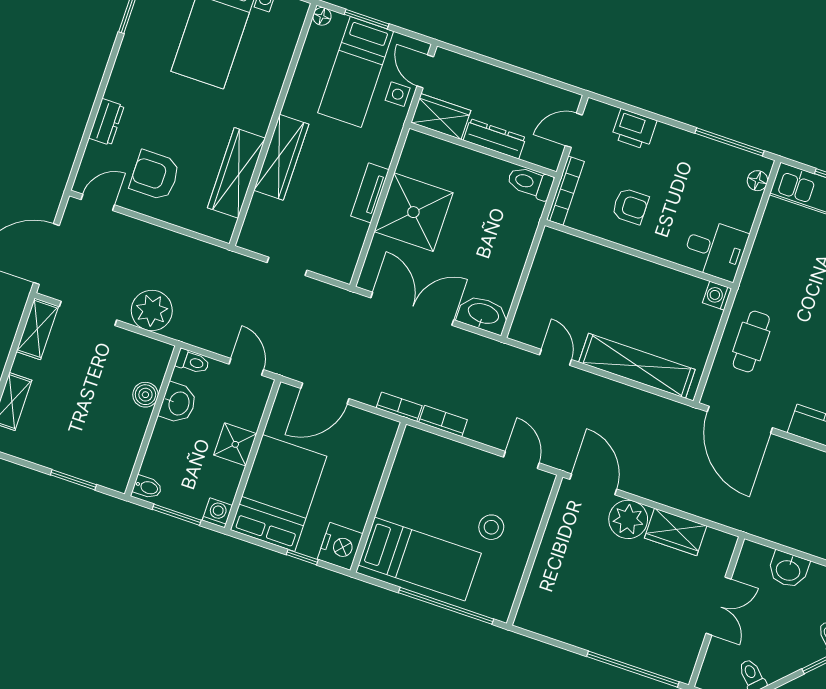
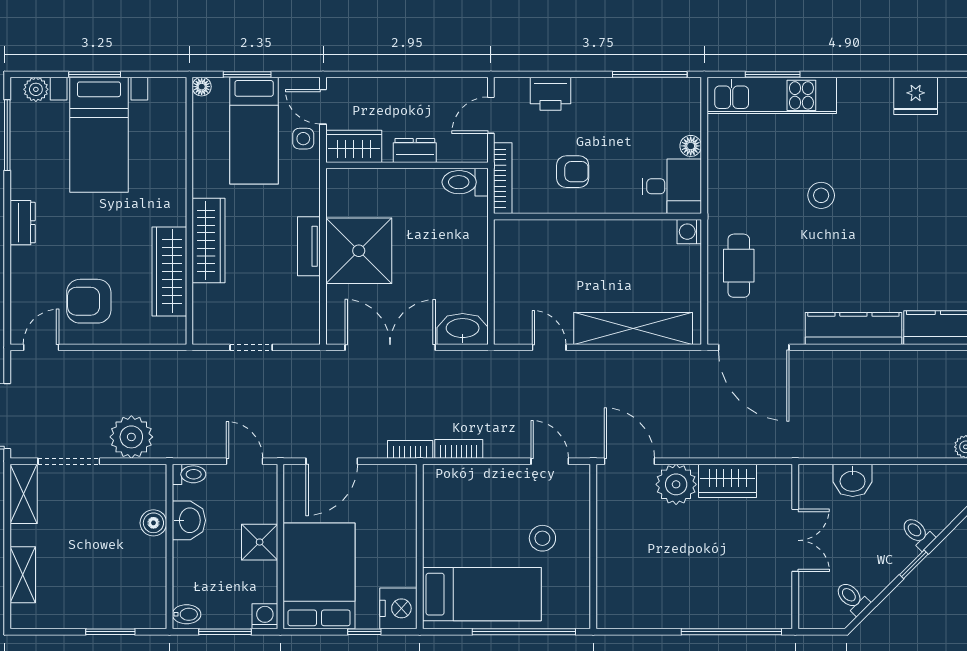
dresser: (106, 122) -> (23, 223), moved
dresser: (495, 139) -> (415, 150), width x0.70
floor lamp: (757, 181) -> (691, 146), moved

